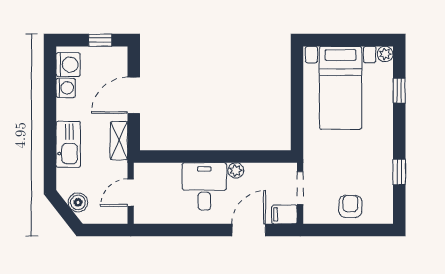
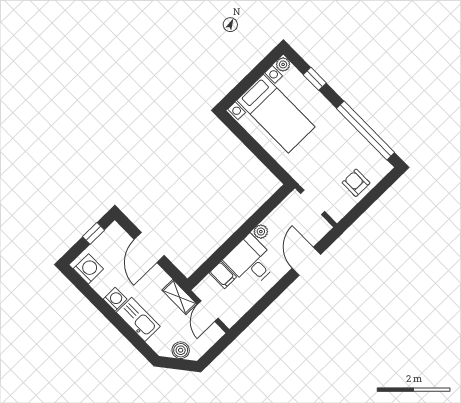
washing machine: (66, 88) -> (115, 299), moved
shelving: (119, 141) -> (179, 297), moved
window: (399, 172) -> (366, 130), width x3.17
filing cabinet: (284, 214) -> (223, 275), moved, turned -90

